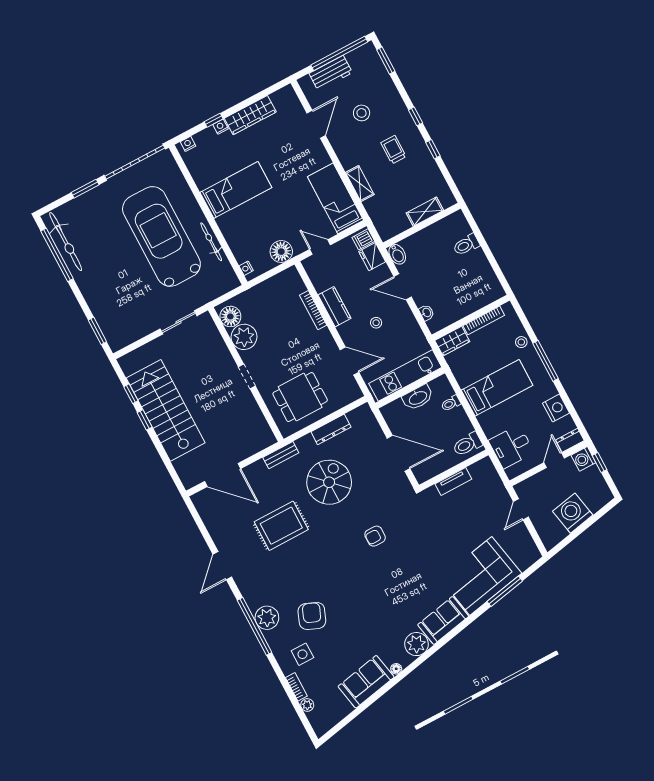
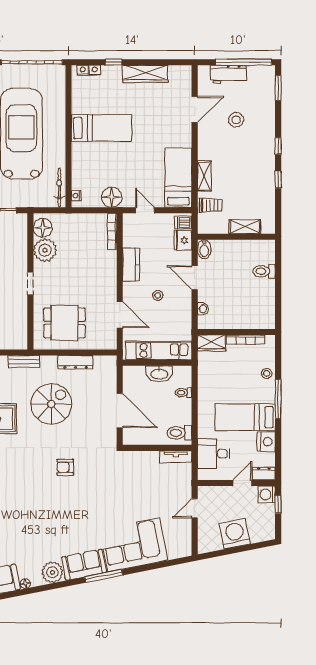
nightstand: (220, 127) -> (95, 70), moved
trolley: (393, 150) -> (211, 205), moved, turned 90
bicycle: (211, 242) -> (59, 188), moved
bookcase: (313, 310) -> (112, 231), moved
bed: (497, 388) -> (245, 417), moved, turned 180
tv unit: (453, 481) -> (176, 457), moved
window: (505, 591) -> (104, 576), moved

